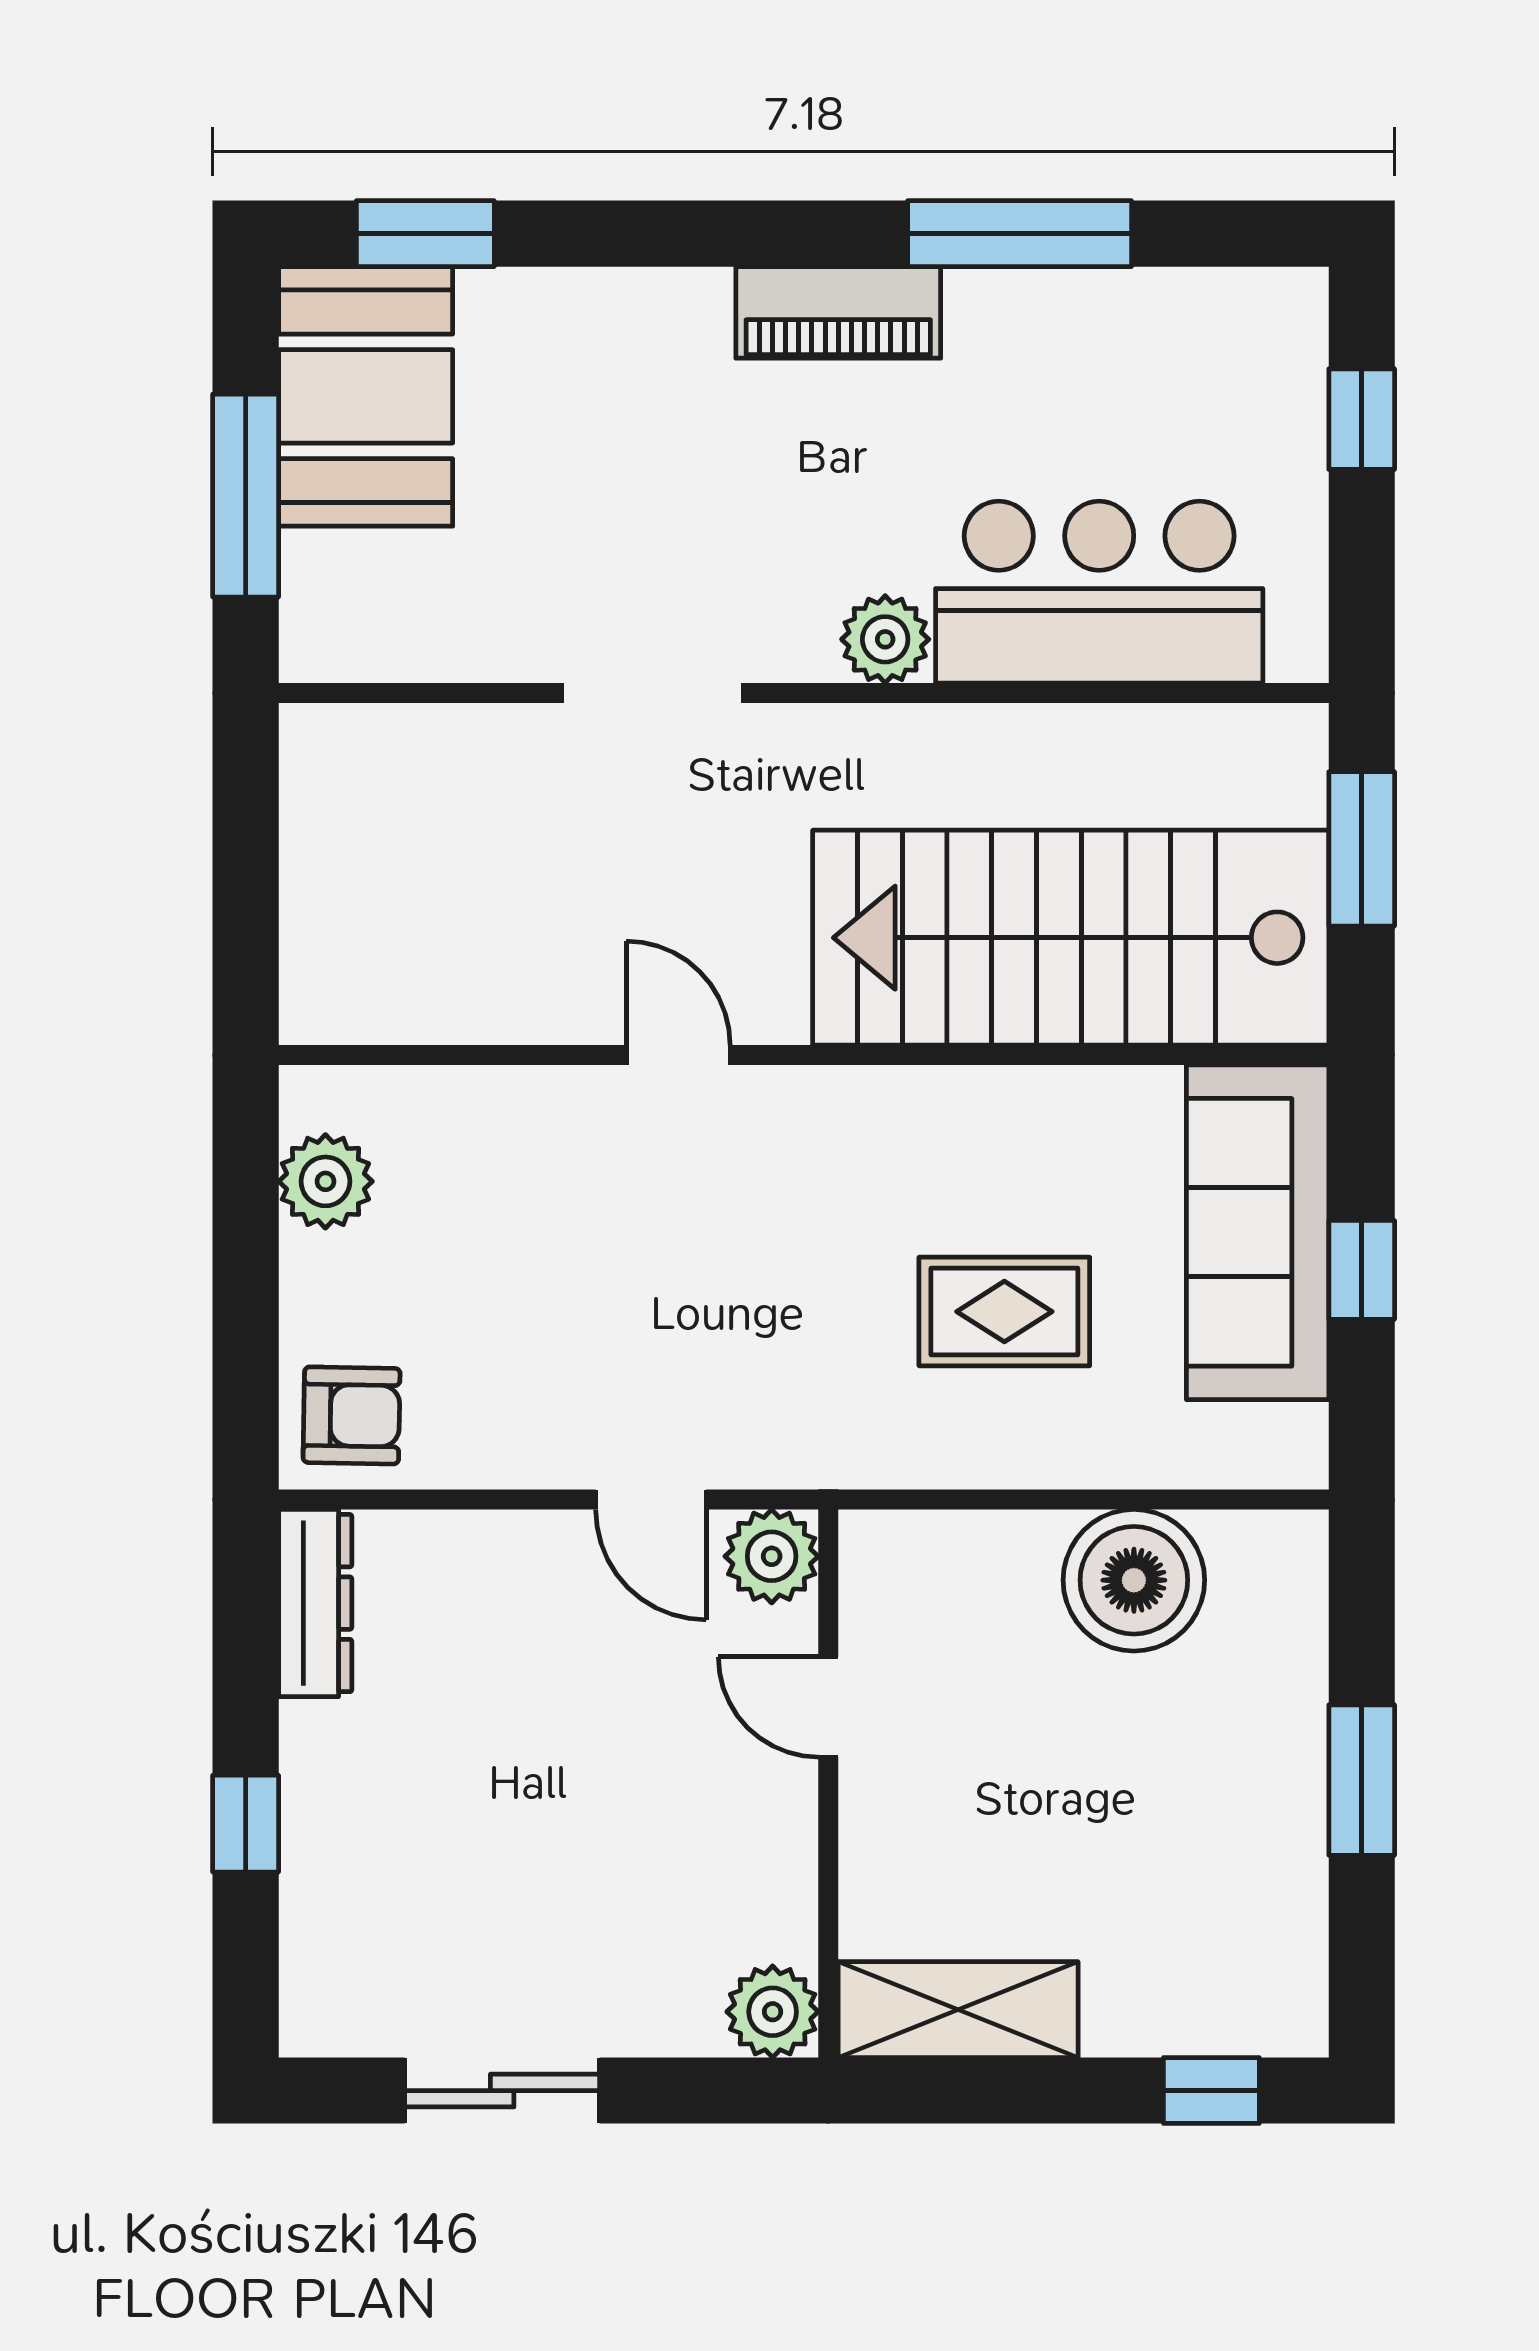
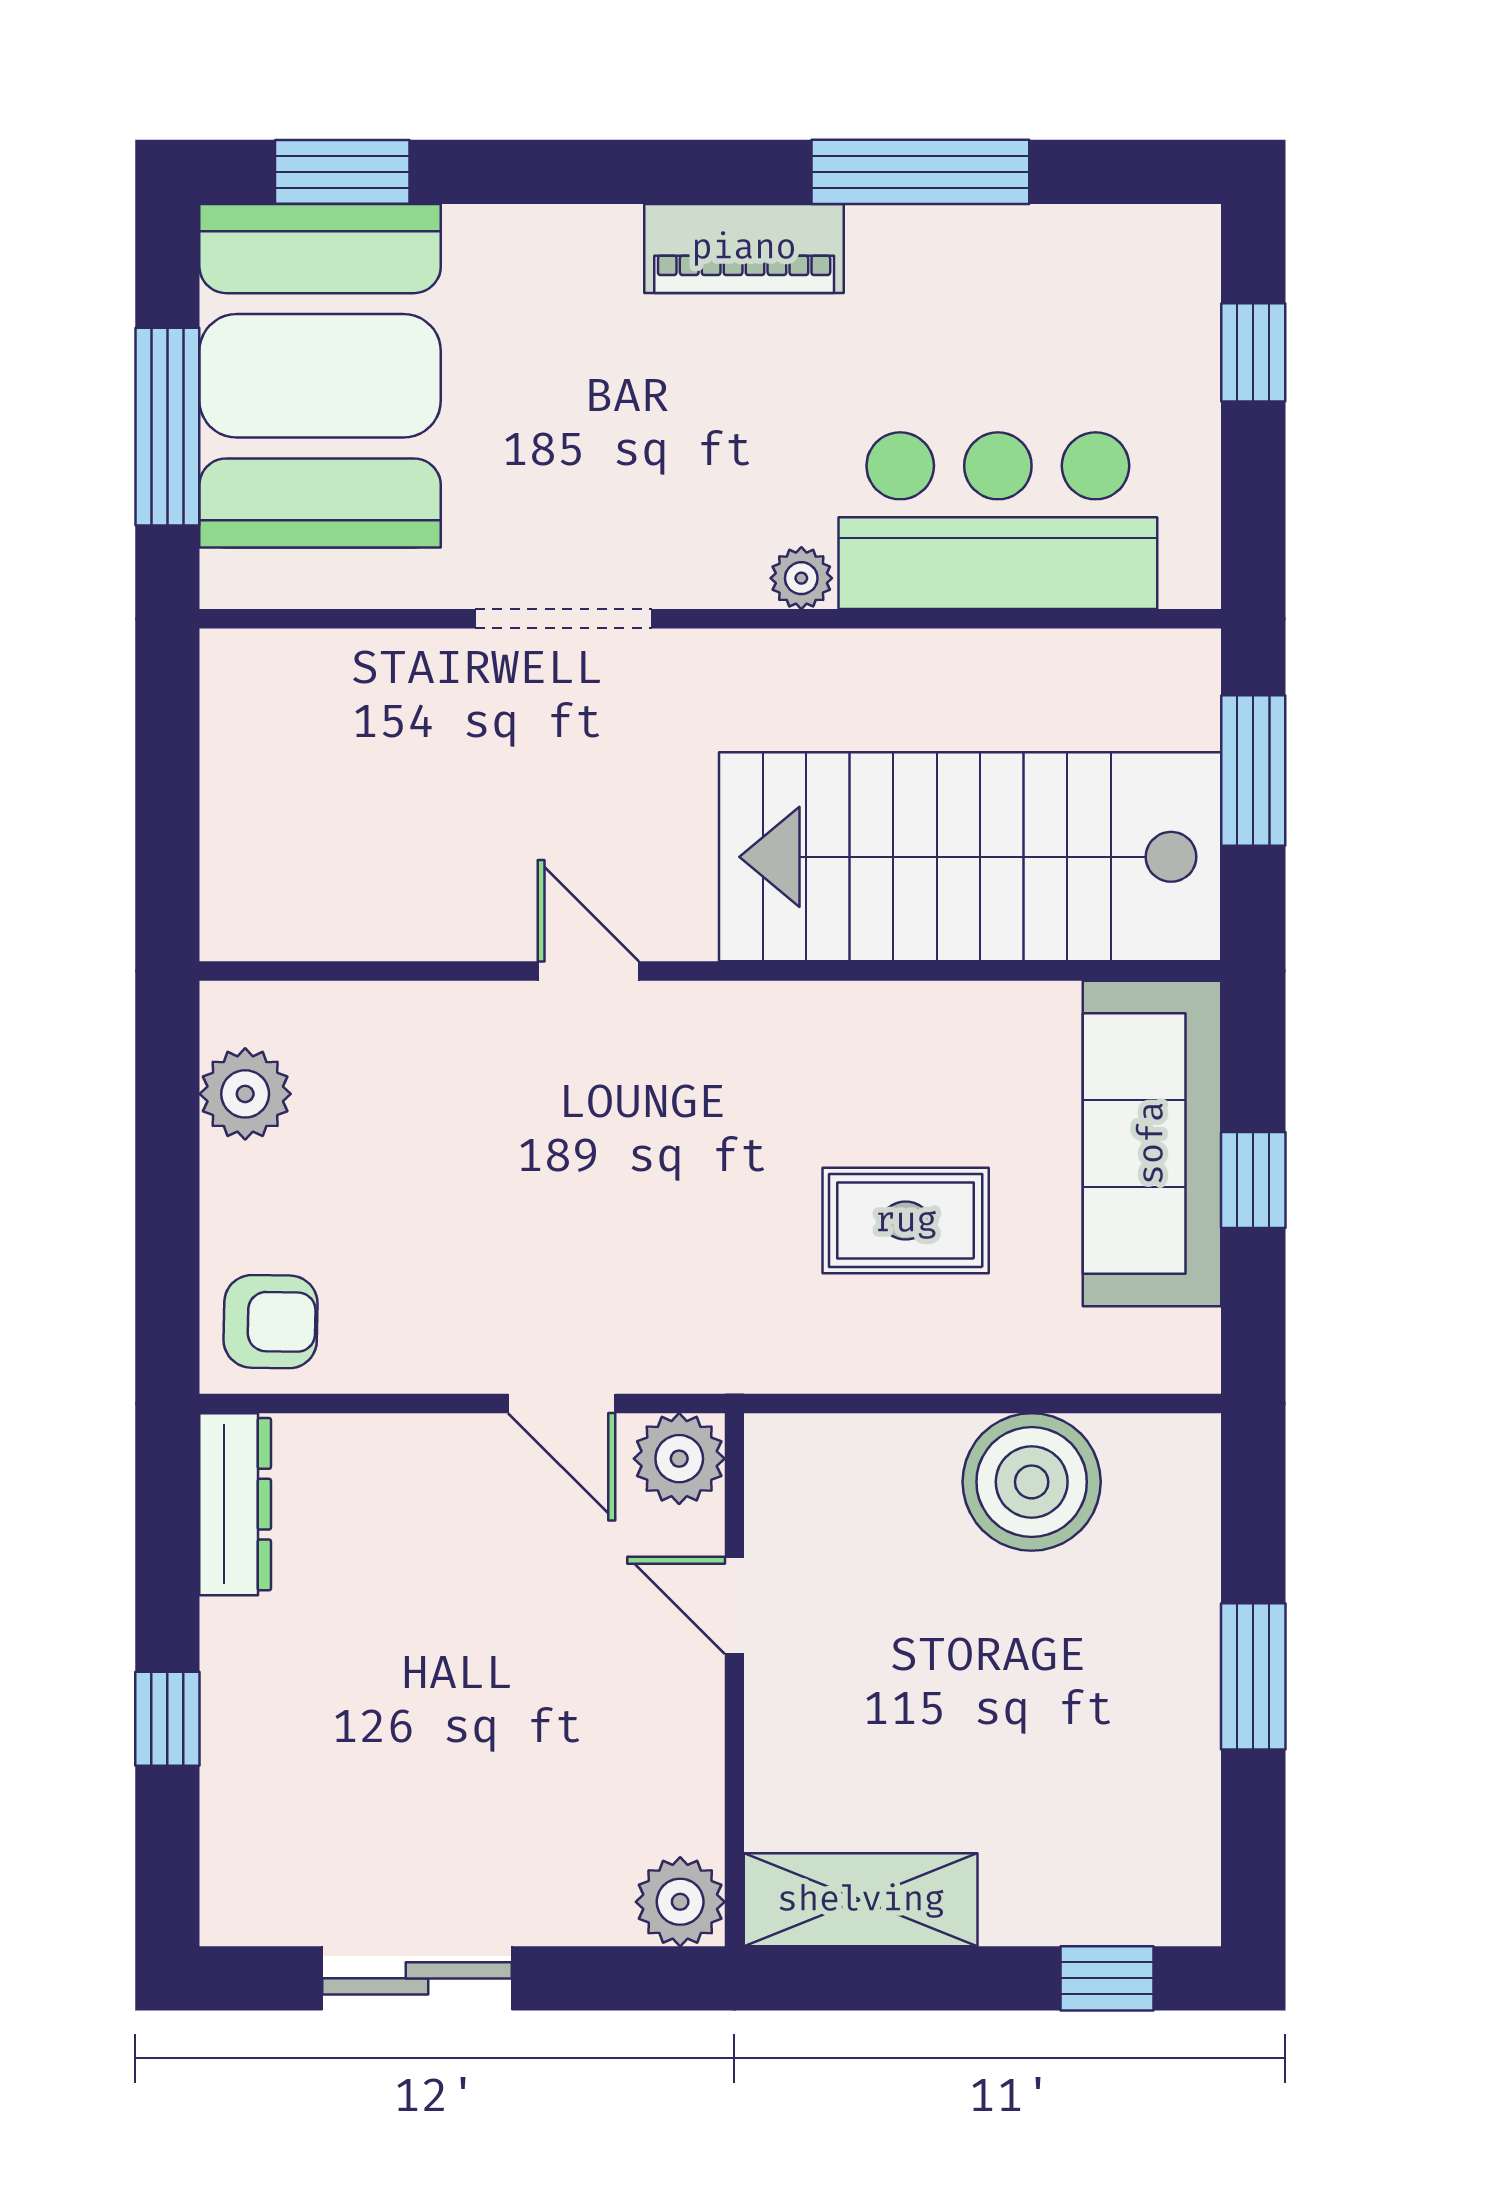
booth: (366, 396) -> (320, 376), width x1.36, depth x1.42
plant: (885, 639) -> (801, 578), width x0.73, depth x0.73

